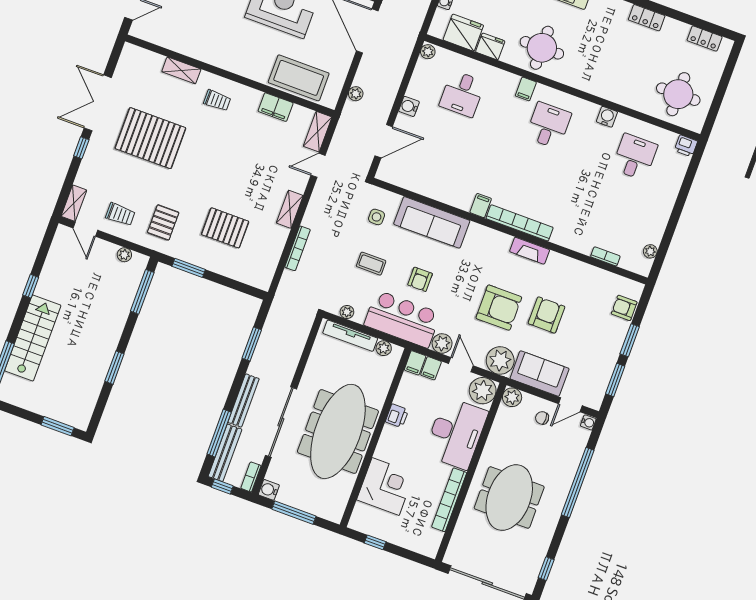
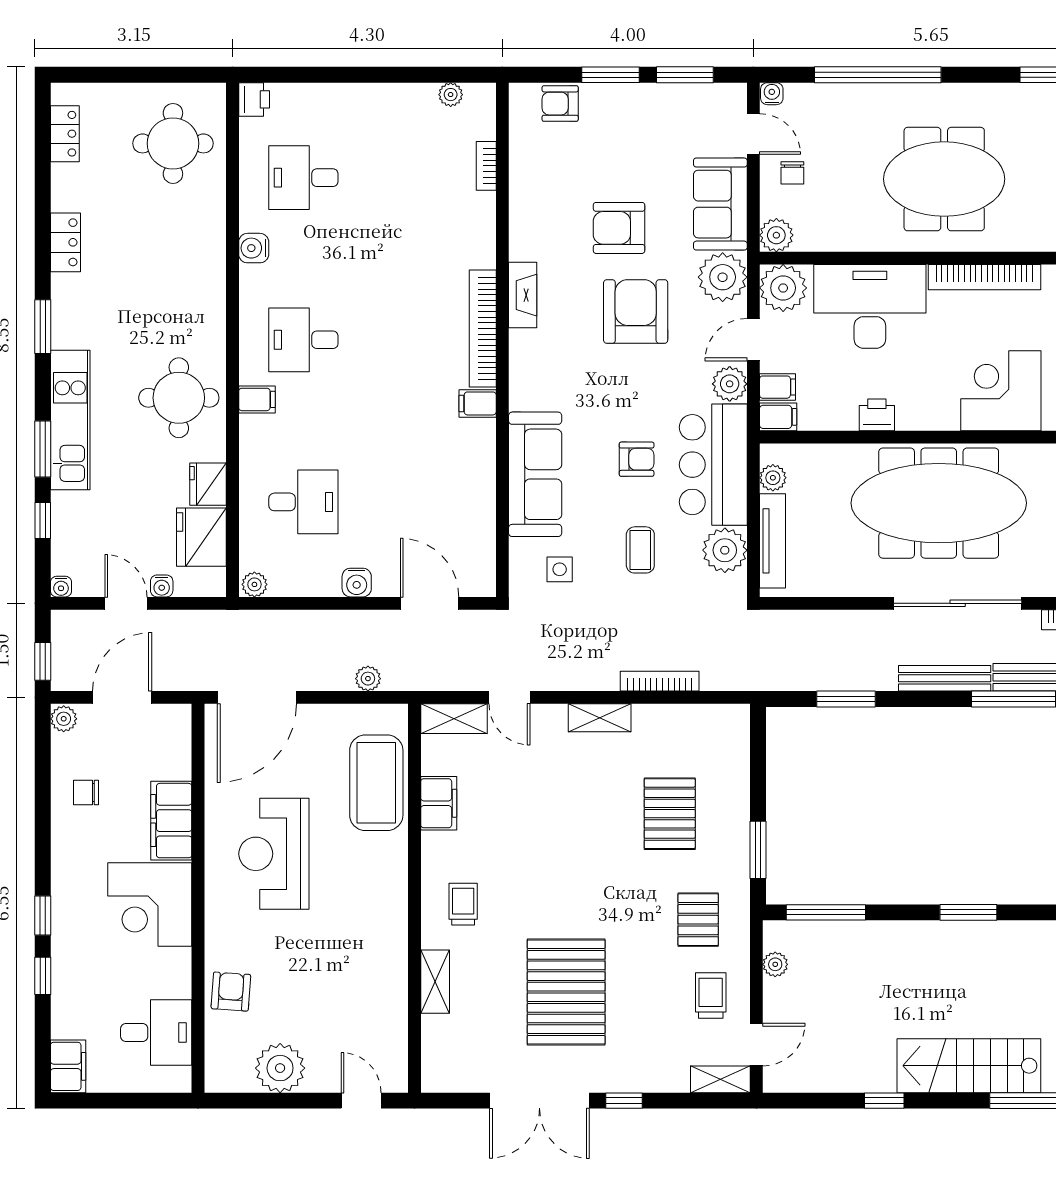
pallet: (163, 222) -> (698, 920), turned 90
armchair: (624, 308) -> (560, 104), turned 90
plant: (347, 312) -> (725, 550), width x1.87, depth x1.87

